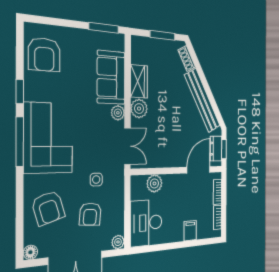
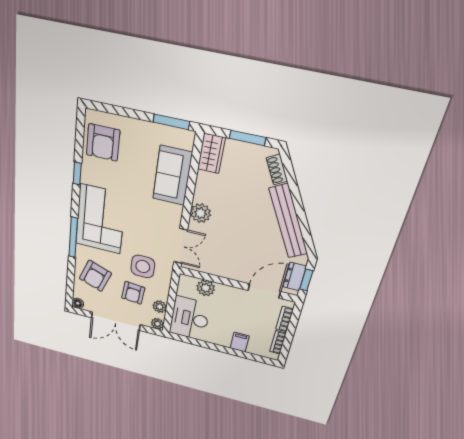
wardrobe: (139, 81) -> (211, 153), moved
plant: (118, 113) -> (160, 307), moved
window: (20, 142) -> (73, 237), moved
side table: (96, 180) -> (143, 266), width x1.87, depth x1.87
armchair: (48, 208) -> (95, 276), turned 37

